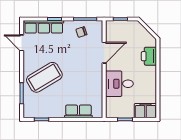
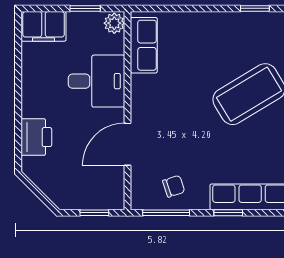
row of seats: (78, 111) -> (144, 45), moved, turned -90
plant: (111, 112) -> (114, 23), added

